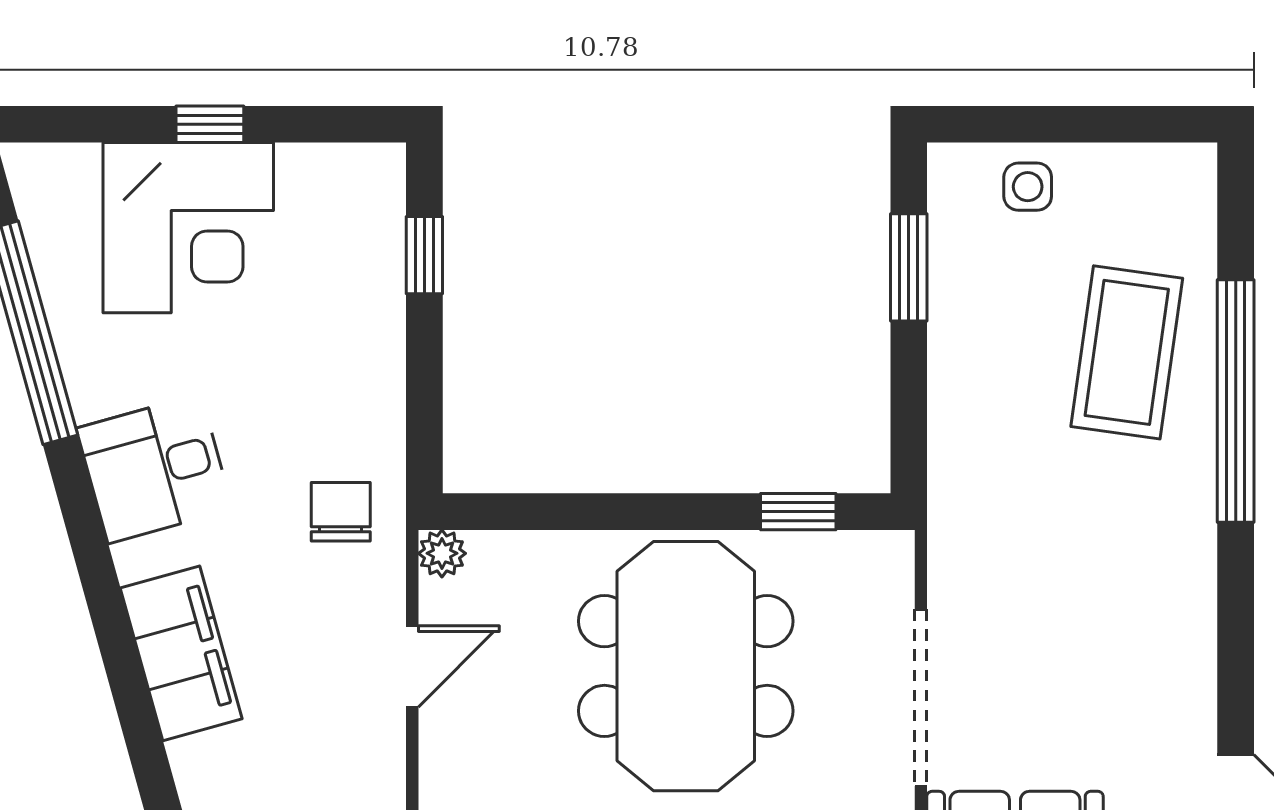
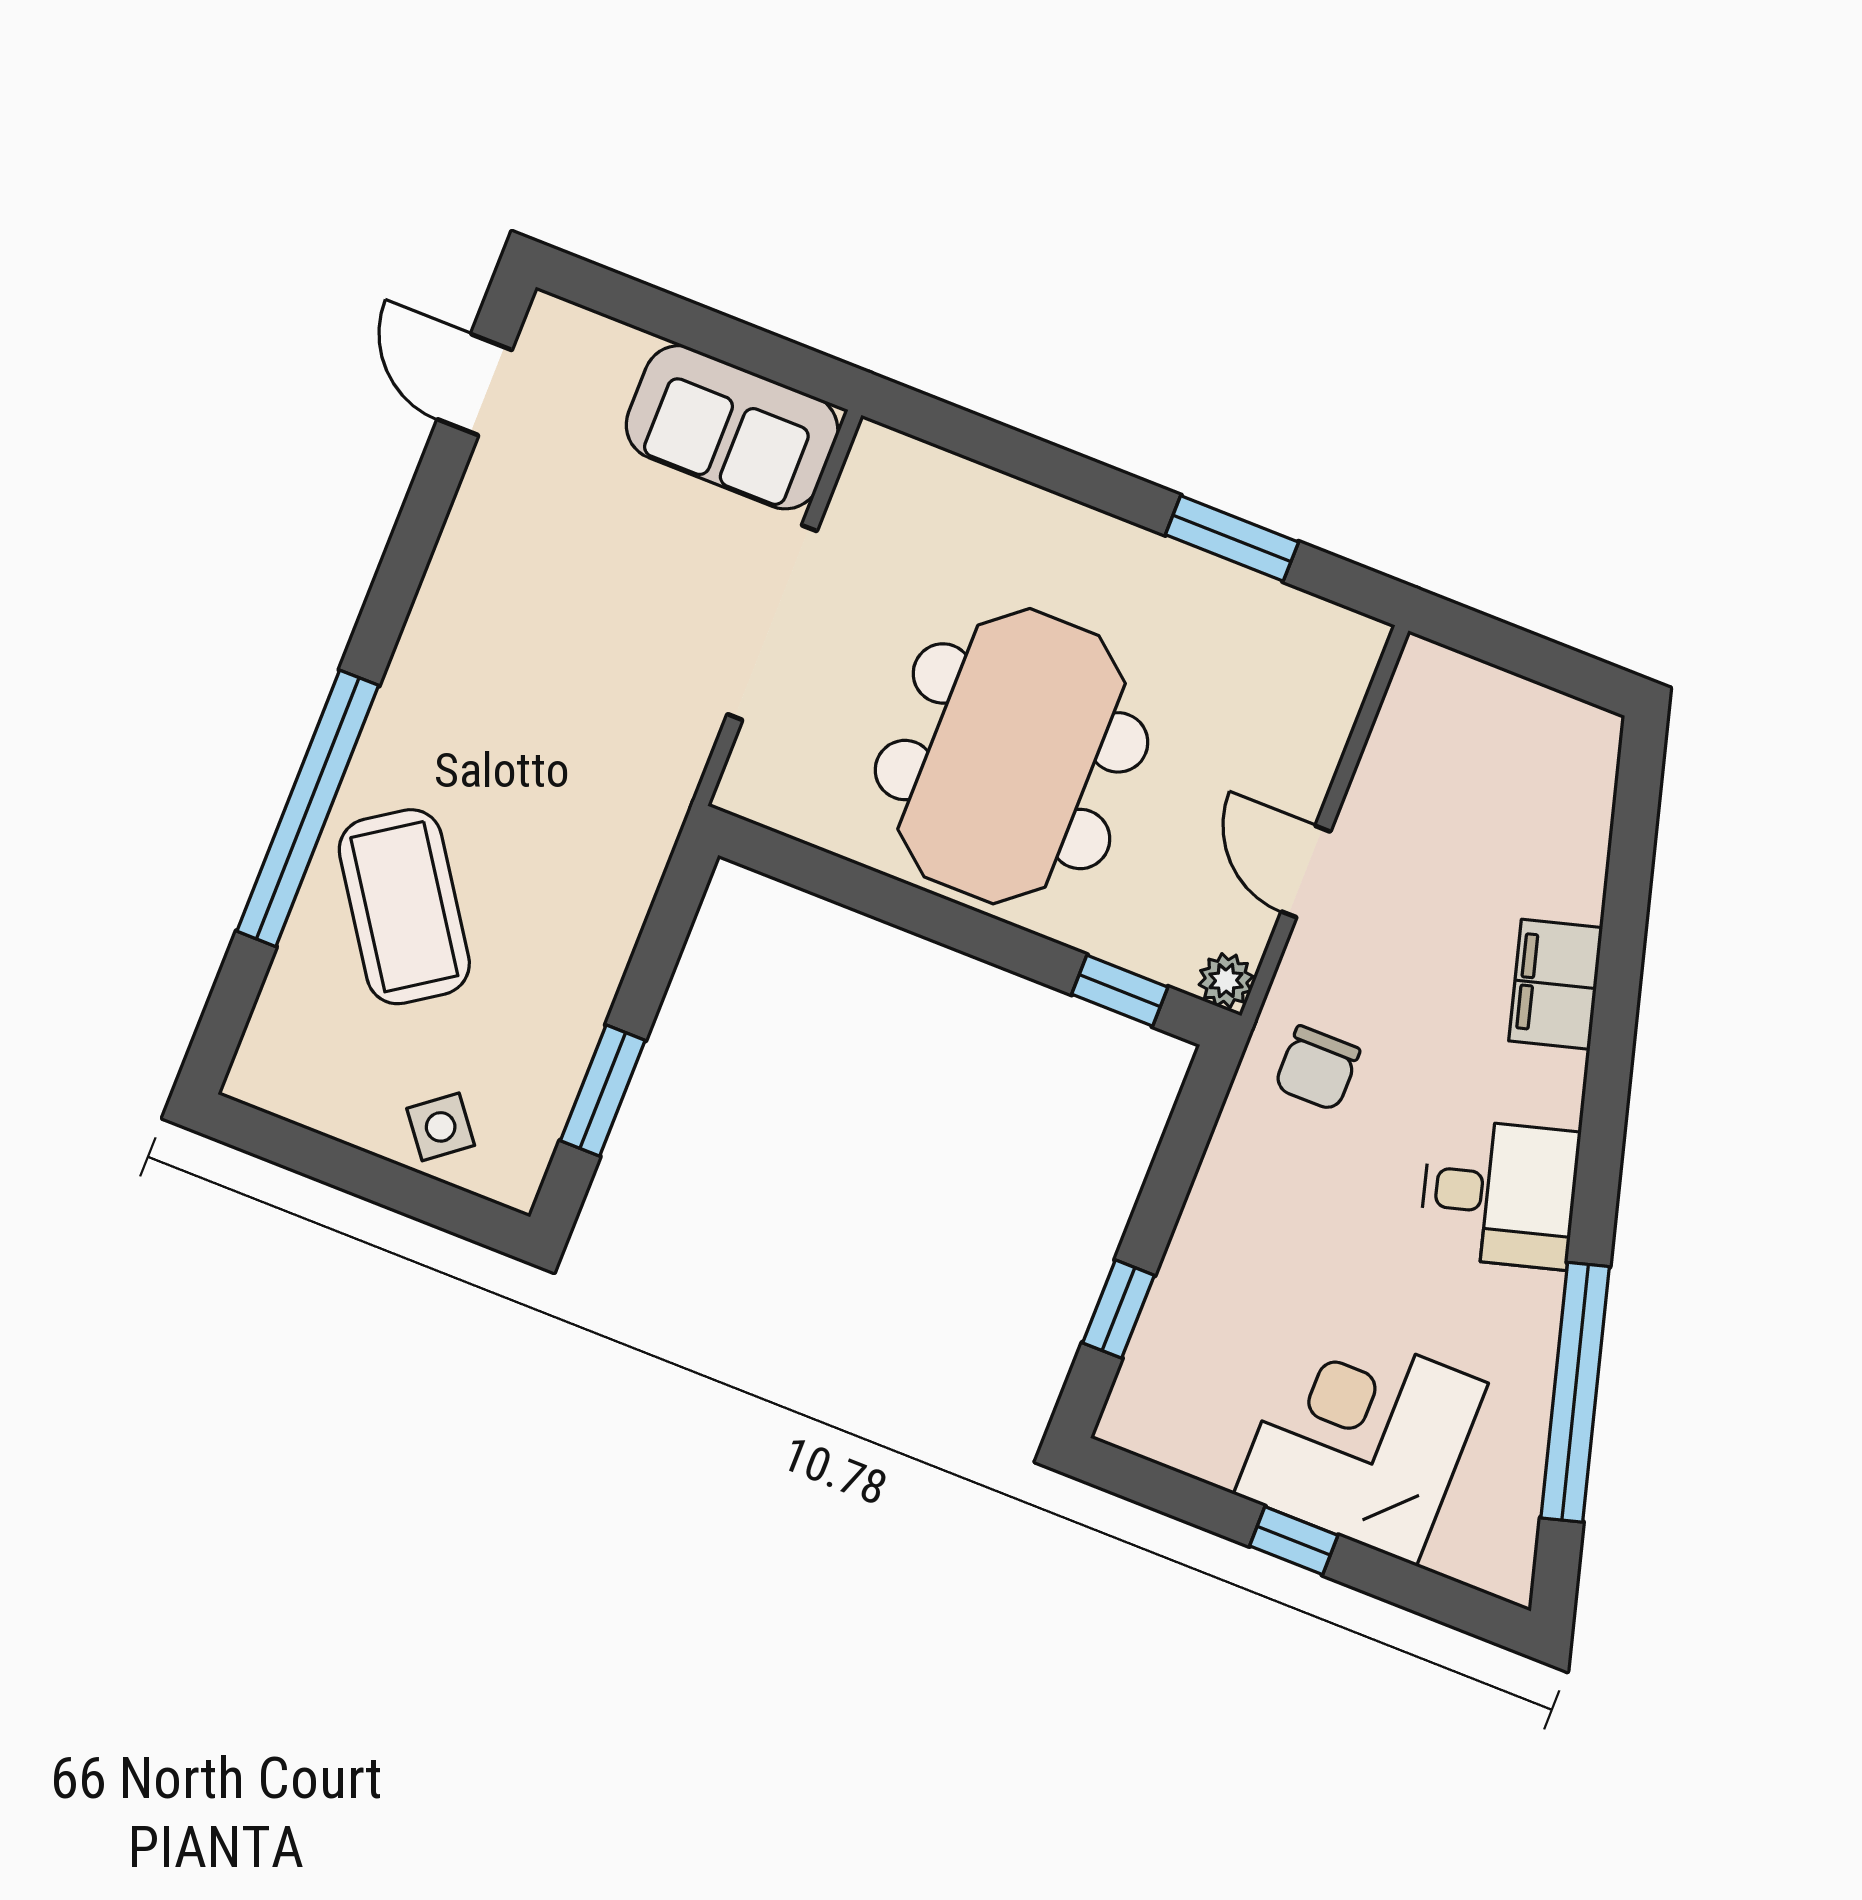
side table: (1028, 187) -> (441, 1127), turned -38
coffee table: (1127, 352) -> (404, 907), turned -42
window: (798, 512) -> (1120, 991), moved
filing cabinet: (181, 653) -> (1556, 984), width x0.67, depth x0.86
door: (412, 666) -> (1306, 872), hinge flipped

